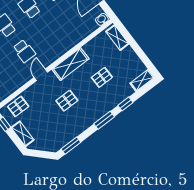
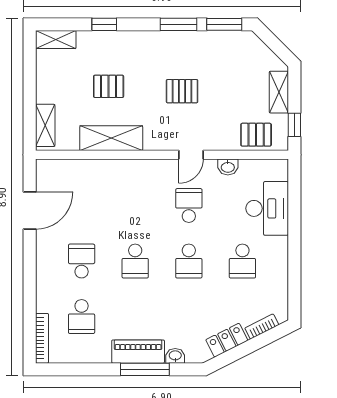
washbasin: (102, 19) -> (228, 167), moved
shelving: (70, 64) -> (111, 138), moved
window: (104, 120) -> (179, 24), moved

